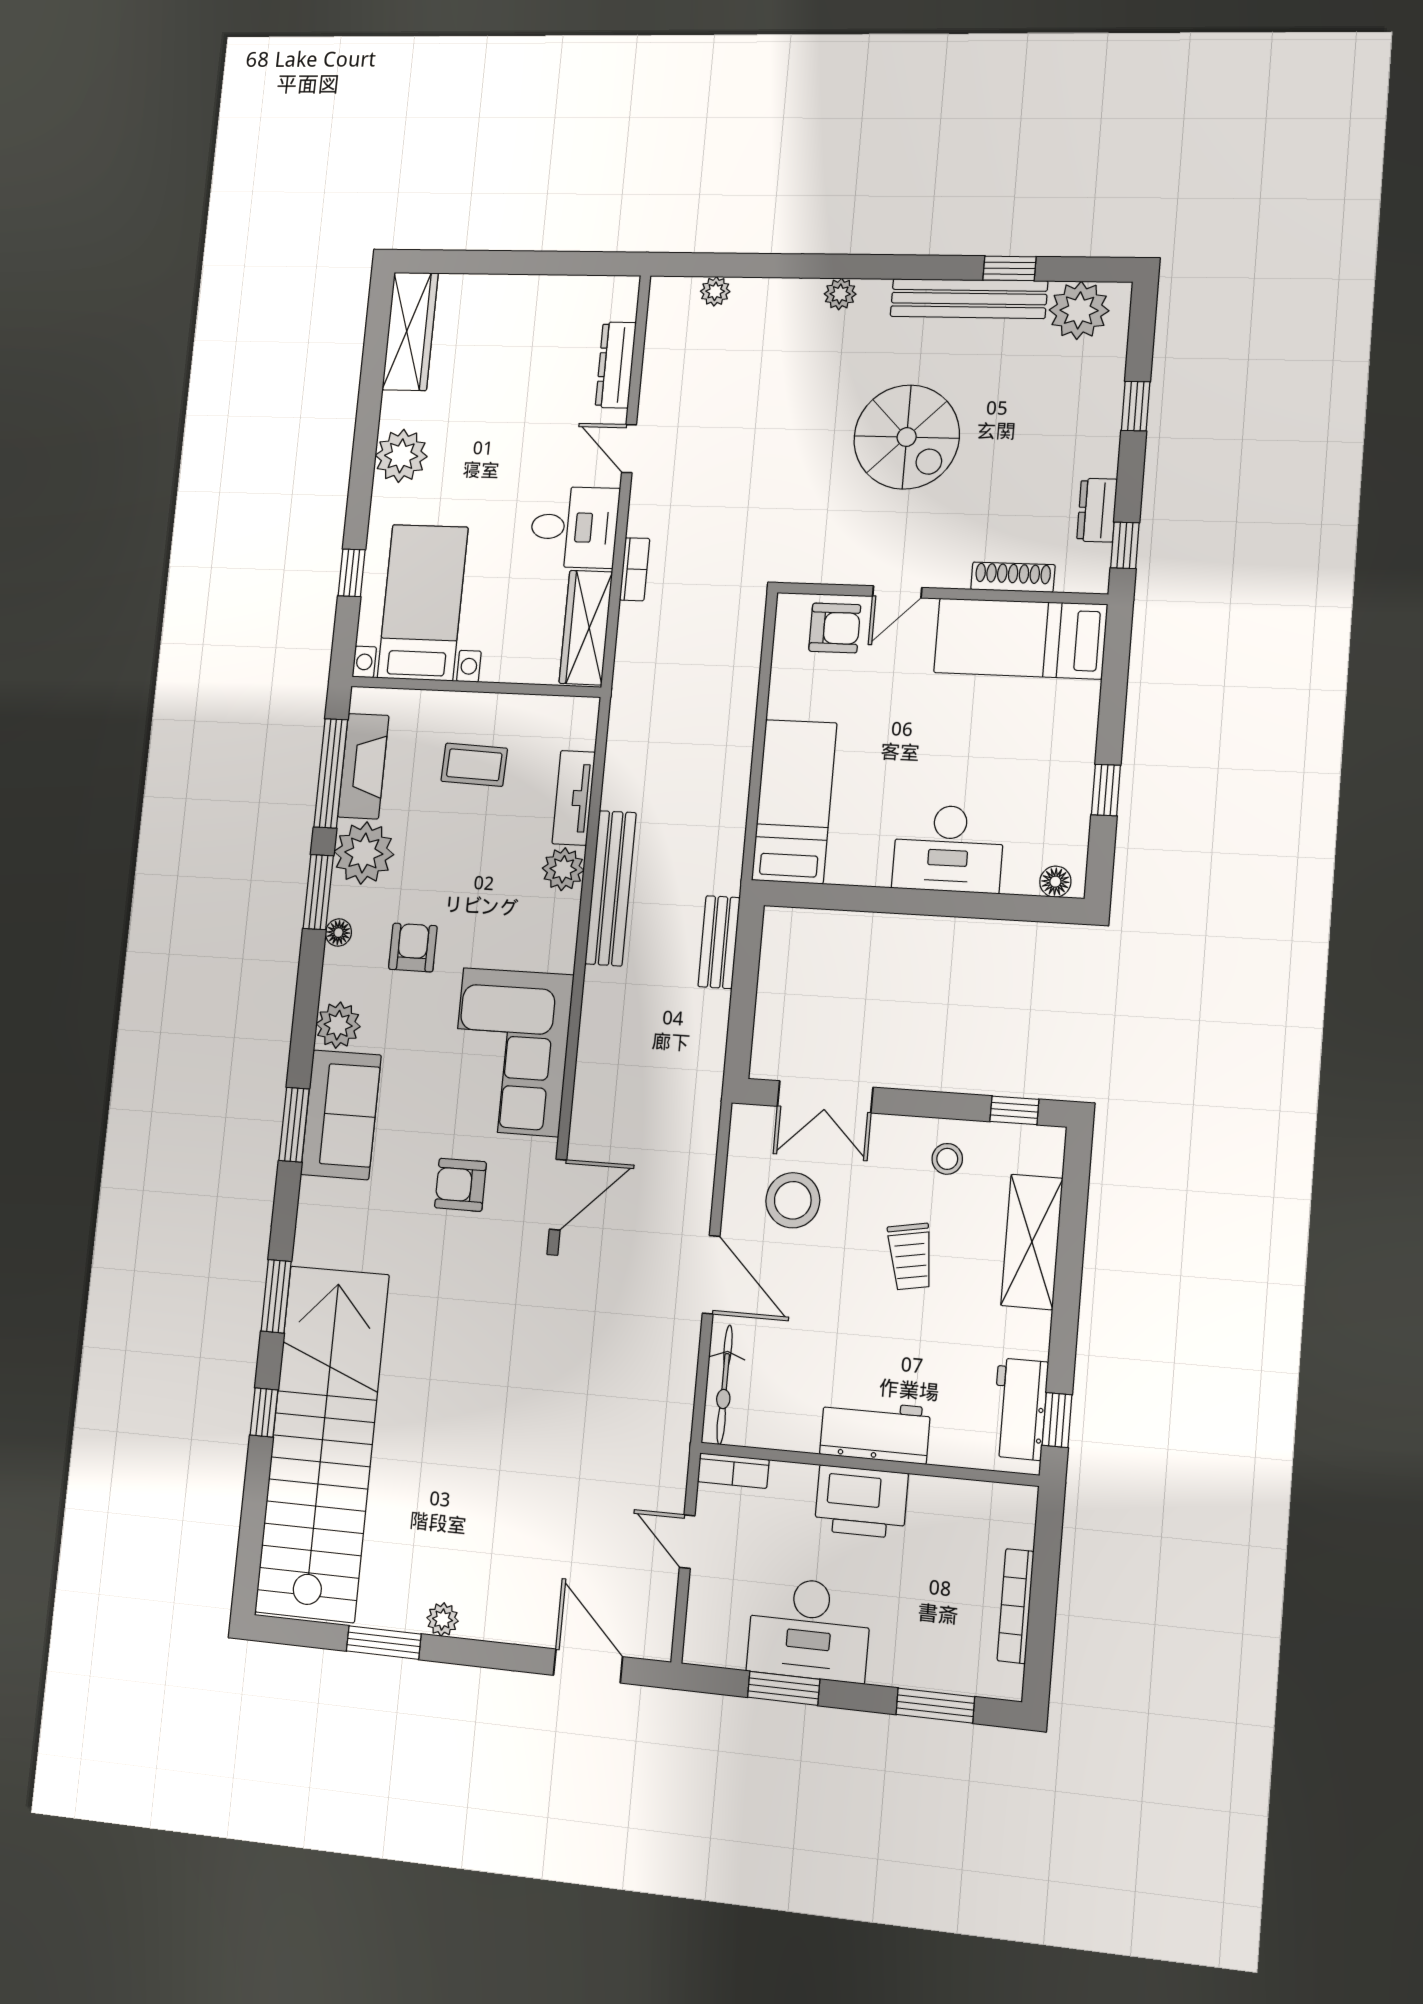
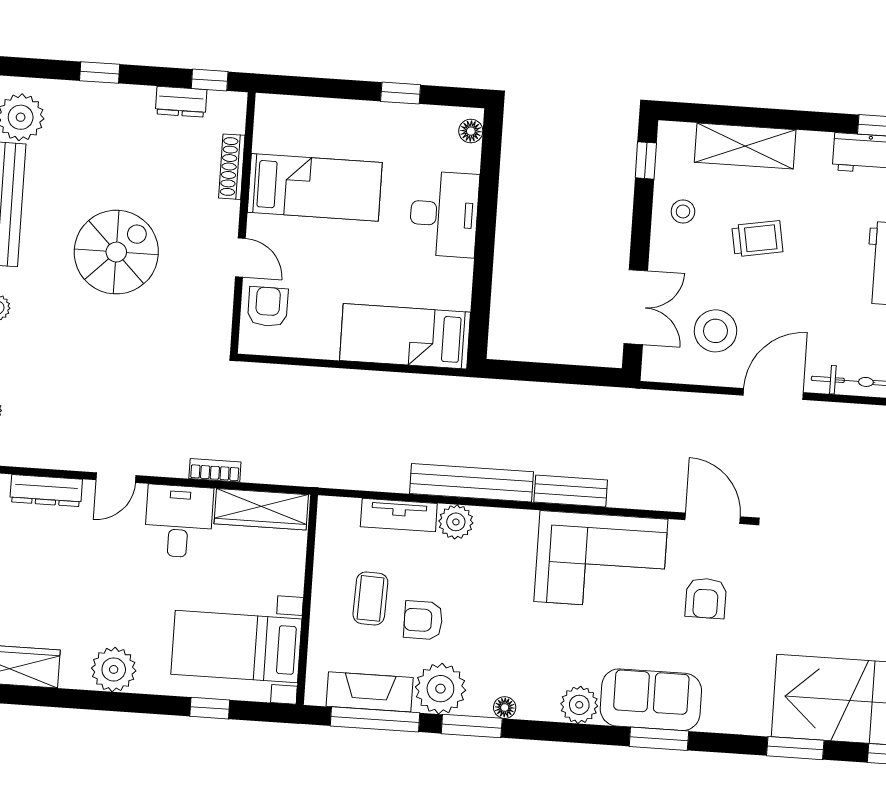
bed: (1020, 638) -> (315, 187), moved, turned -90
bench: (719, 942) -> (571, 491), moved
armchair: (413, 948) -> (423, 620), moved

